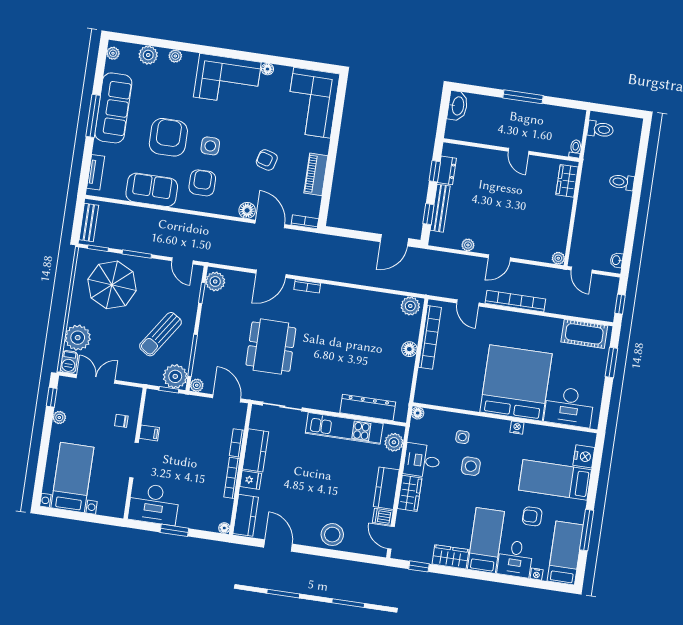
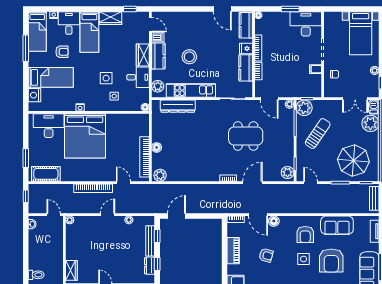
dining table: (271, 347) -> (246, 136), turned 90
stool: (332, 535) -> (189, 57), moved

